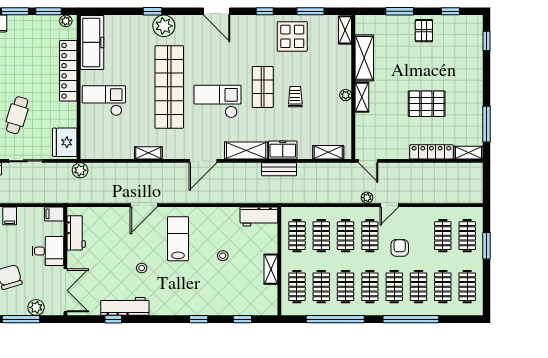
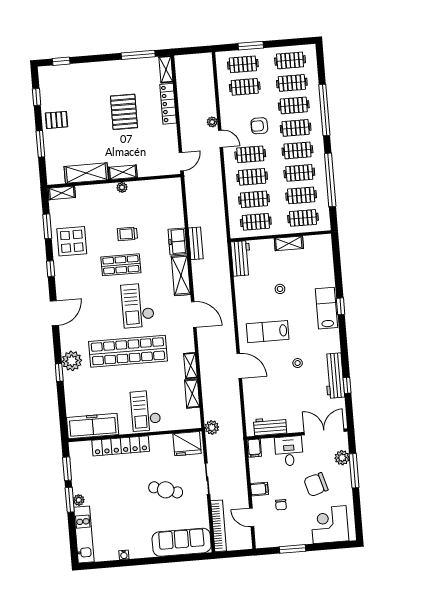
plant: (66, 21) -> (79, 500), moved
shelving: (328, 152) -> (192, 394), moved
plant: (367, 198) -> (212, 122), moved
lab bench: (198, 304) -> (326, 308), added
window: (242, 319) -> (337, 266), removed

